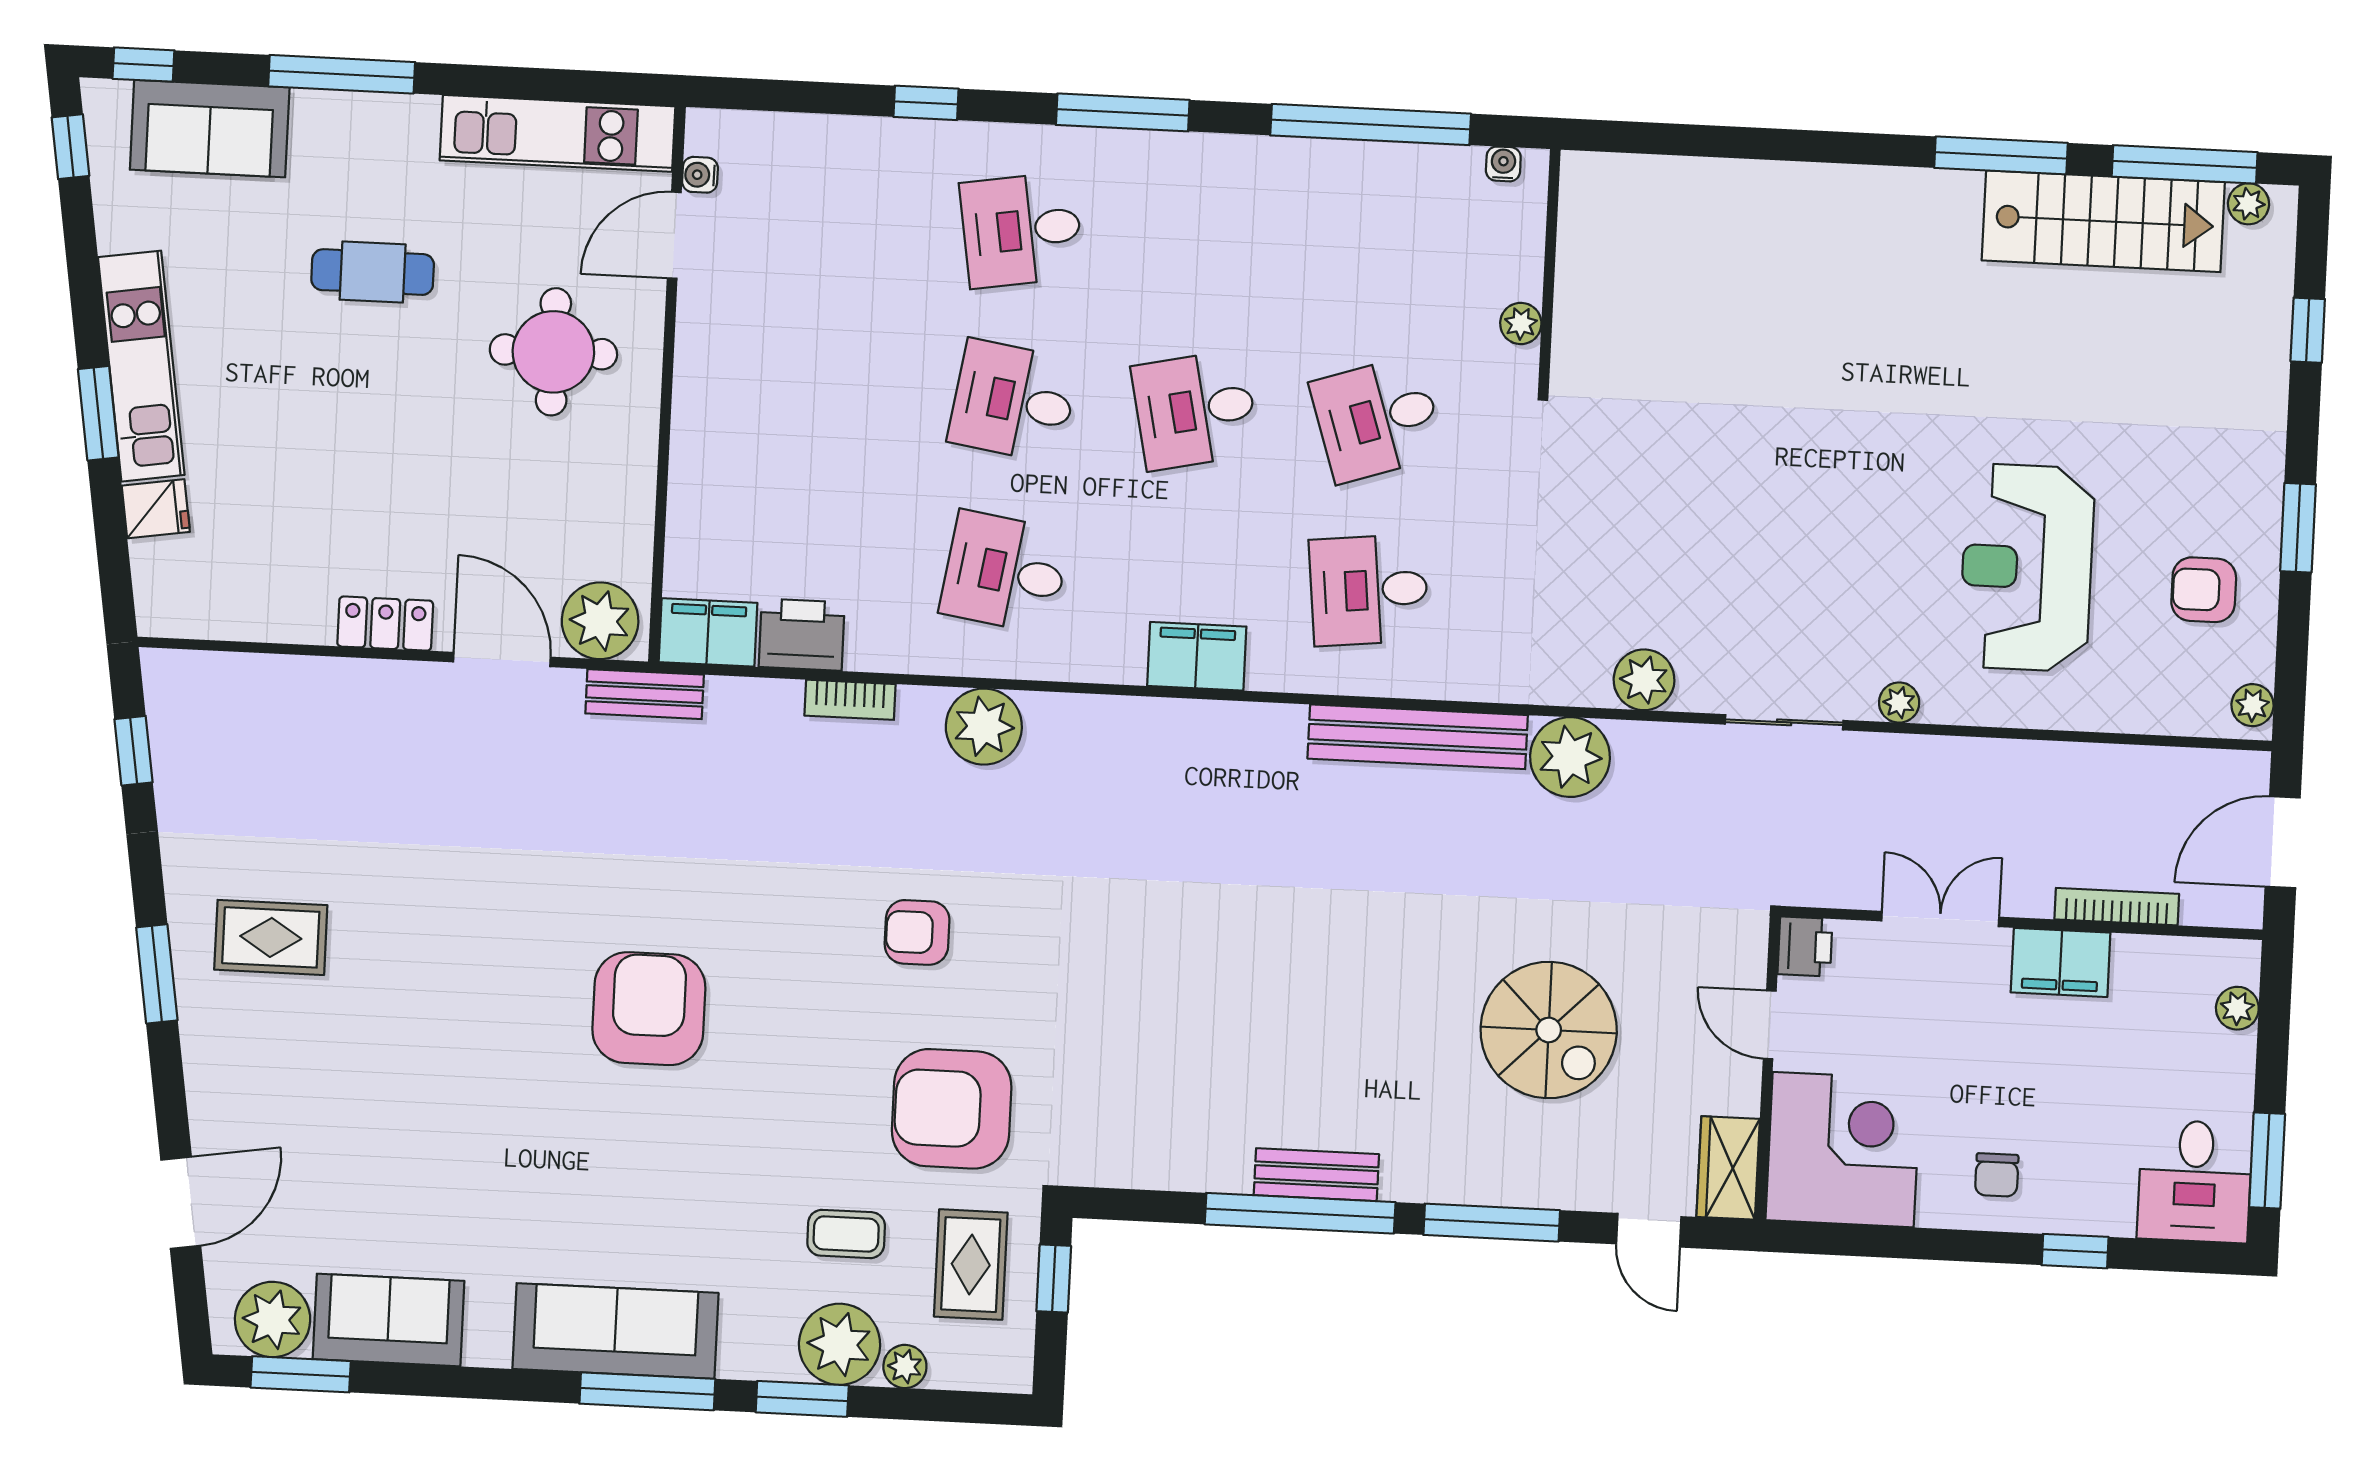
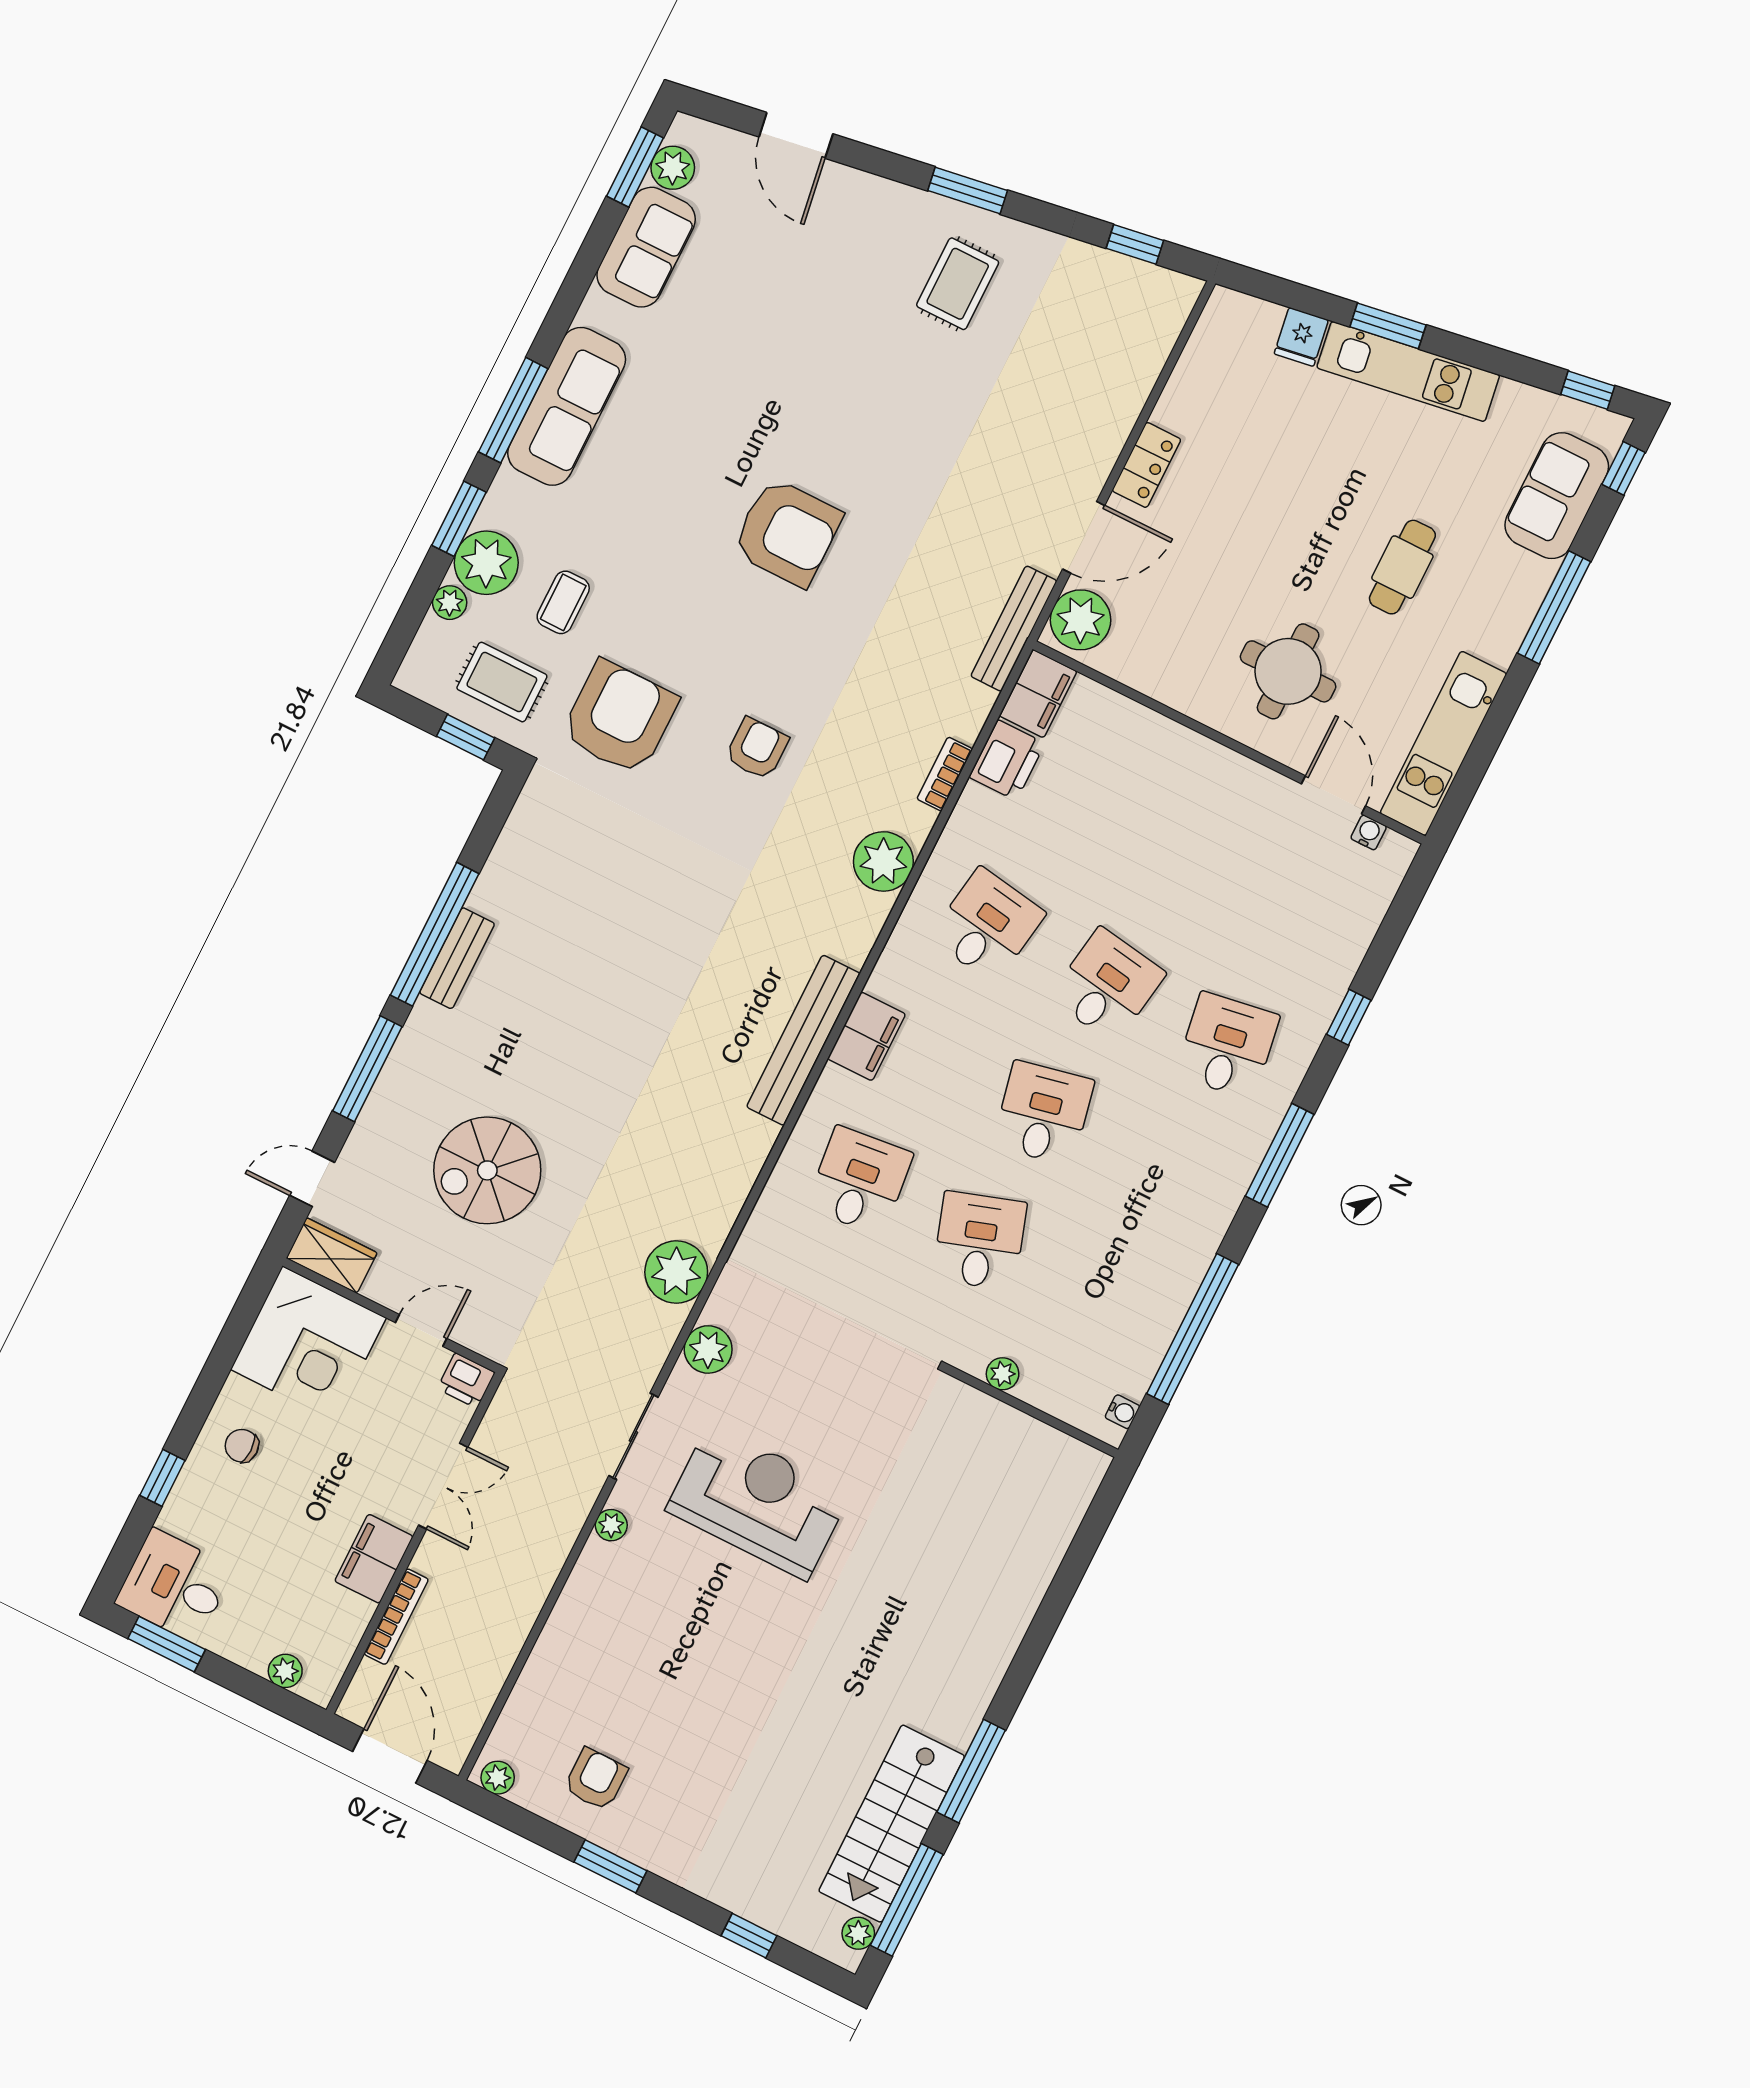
reception desk: (2027, 568) -> (758, 1502), moved
bench: (645, 694) -> (1014, 629), width x1.36
bench: (1418, 737) -> (803, 1040), moved
plant: (273, 1319) -> (673, 168), width x0.73, depth x0.73

